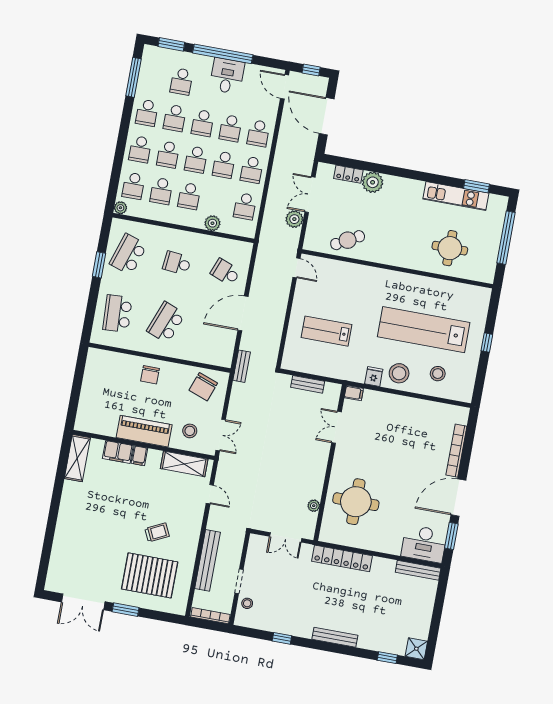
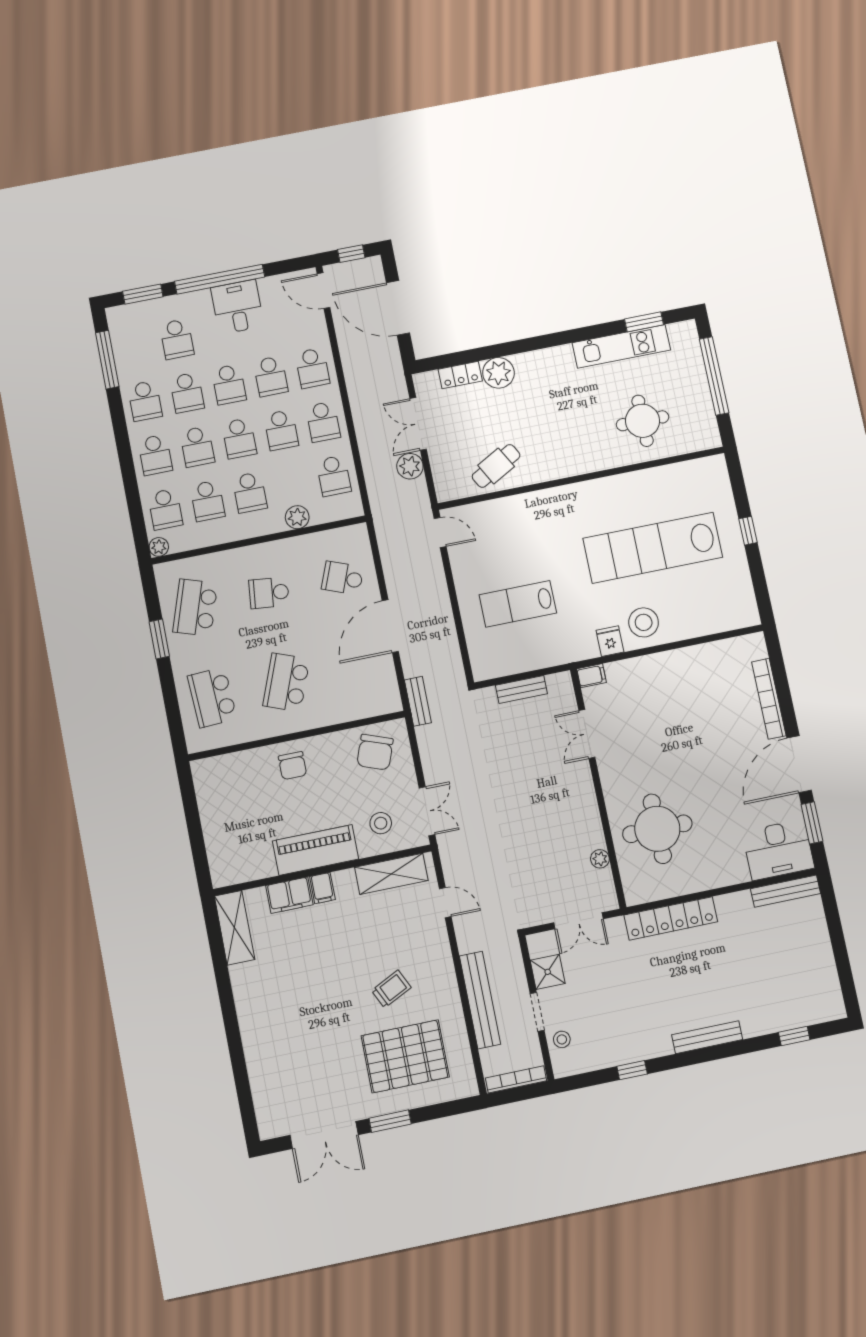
stool: (438, 374) -> (698, 601), removed
shower: (416, 649) -> (548, 972), moved

